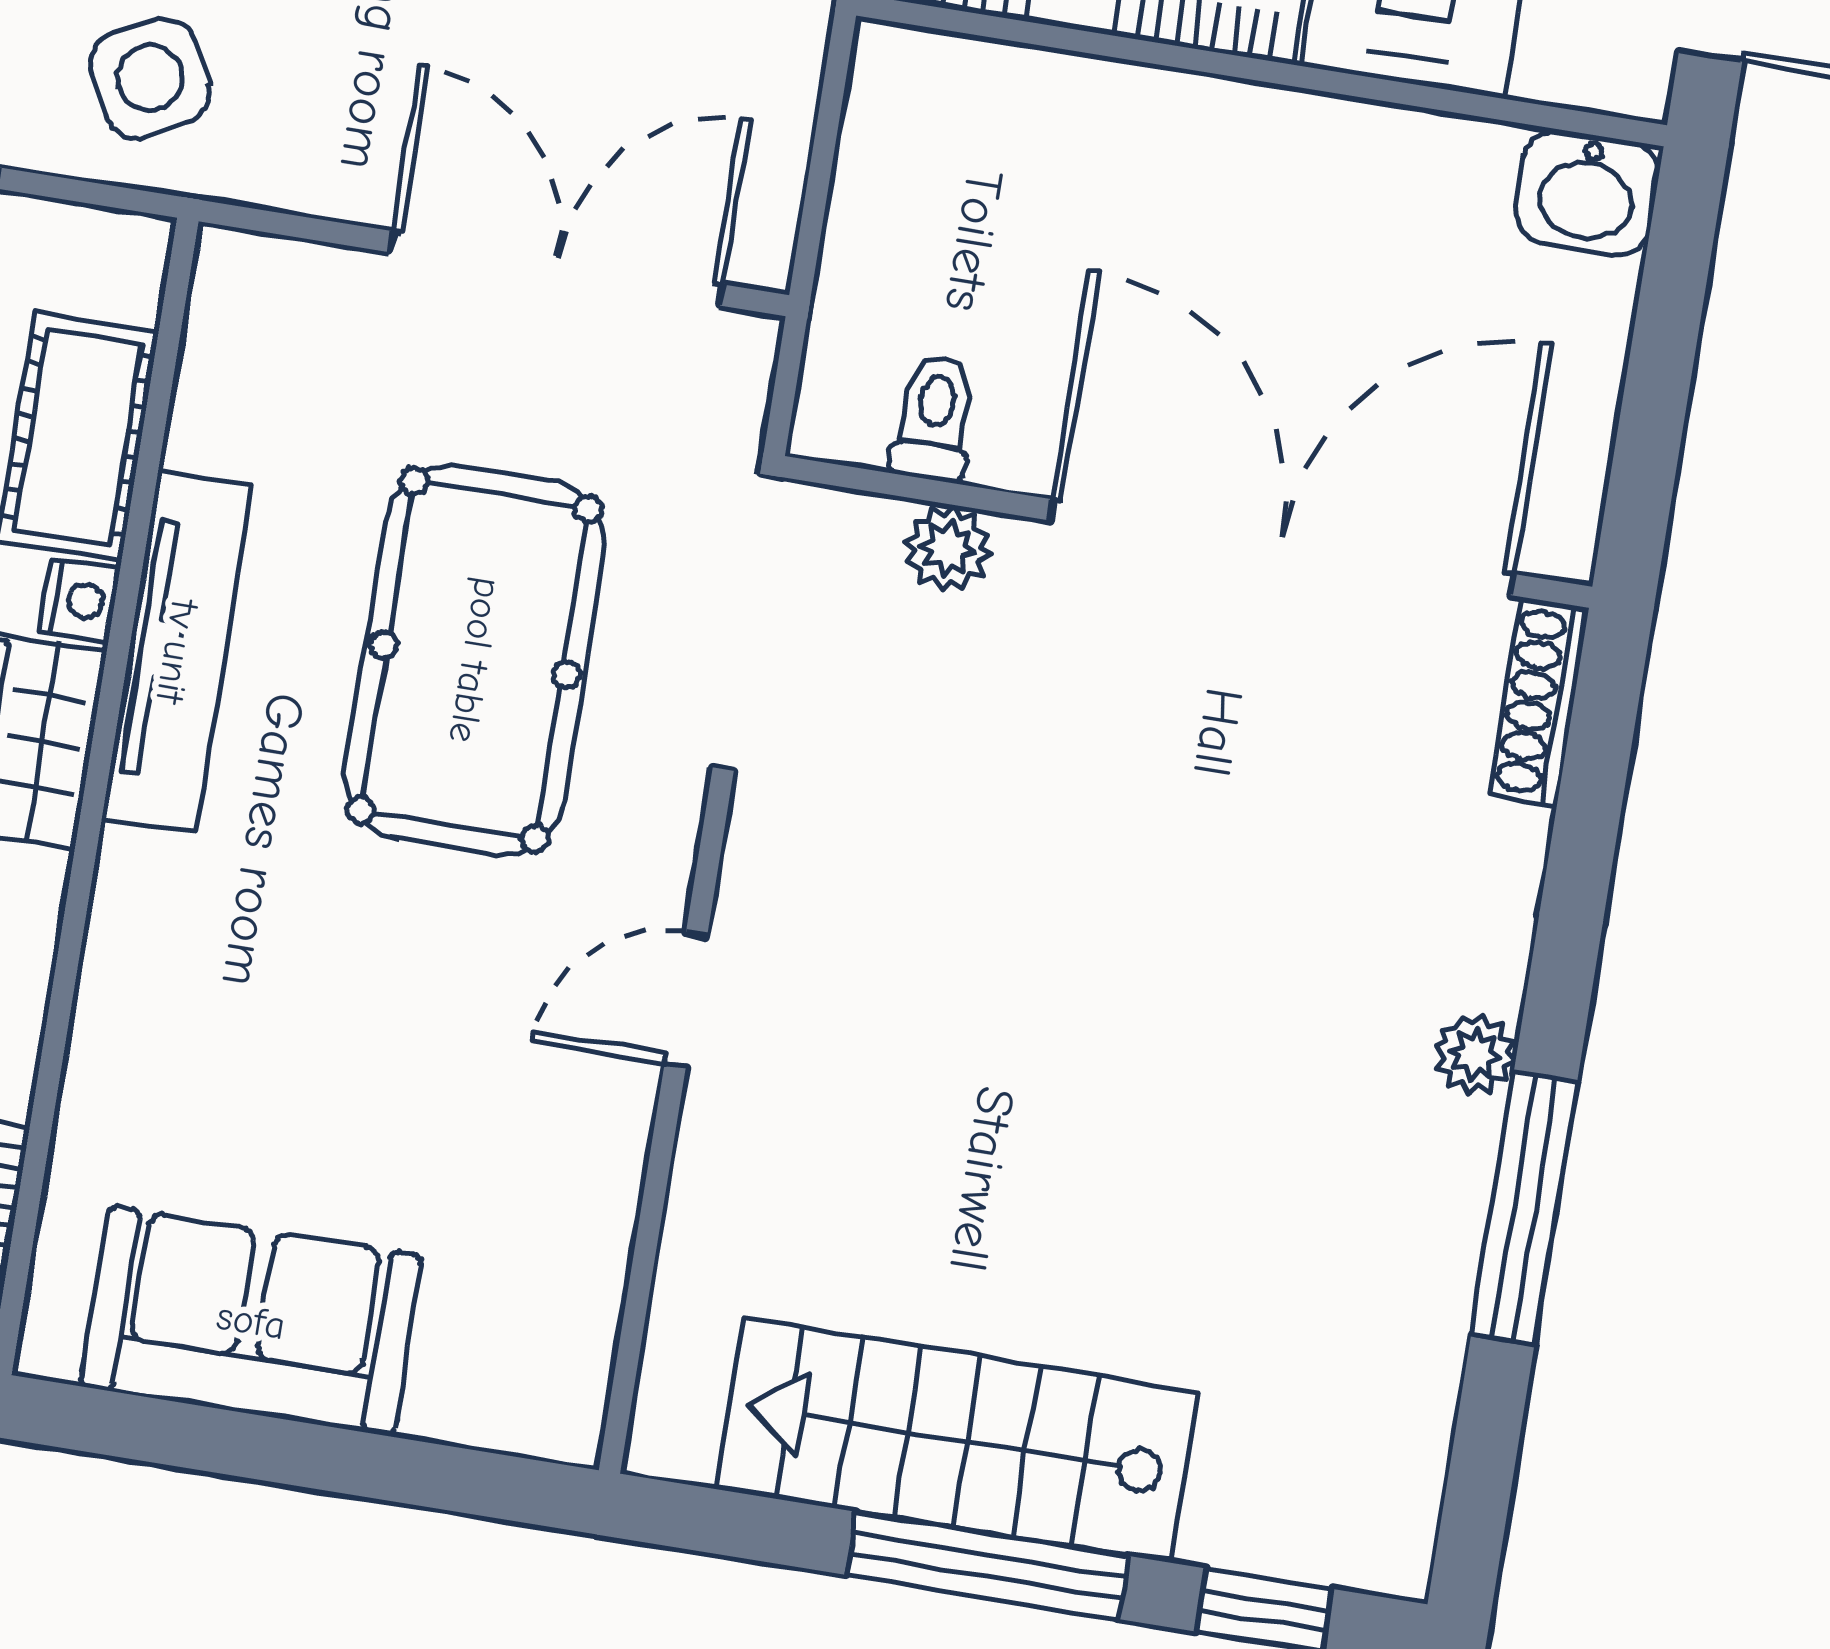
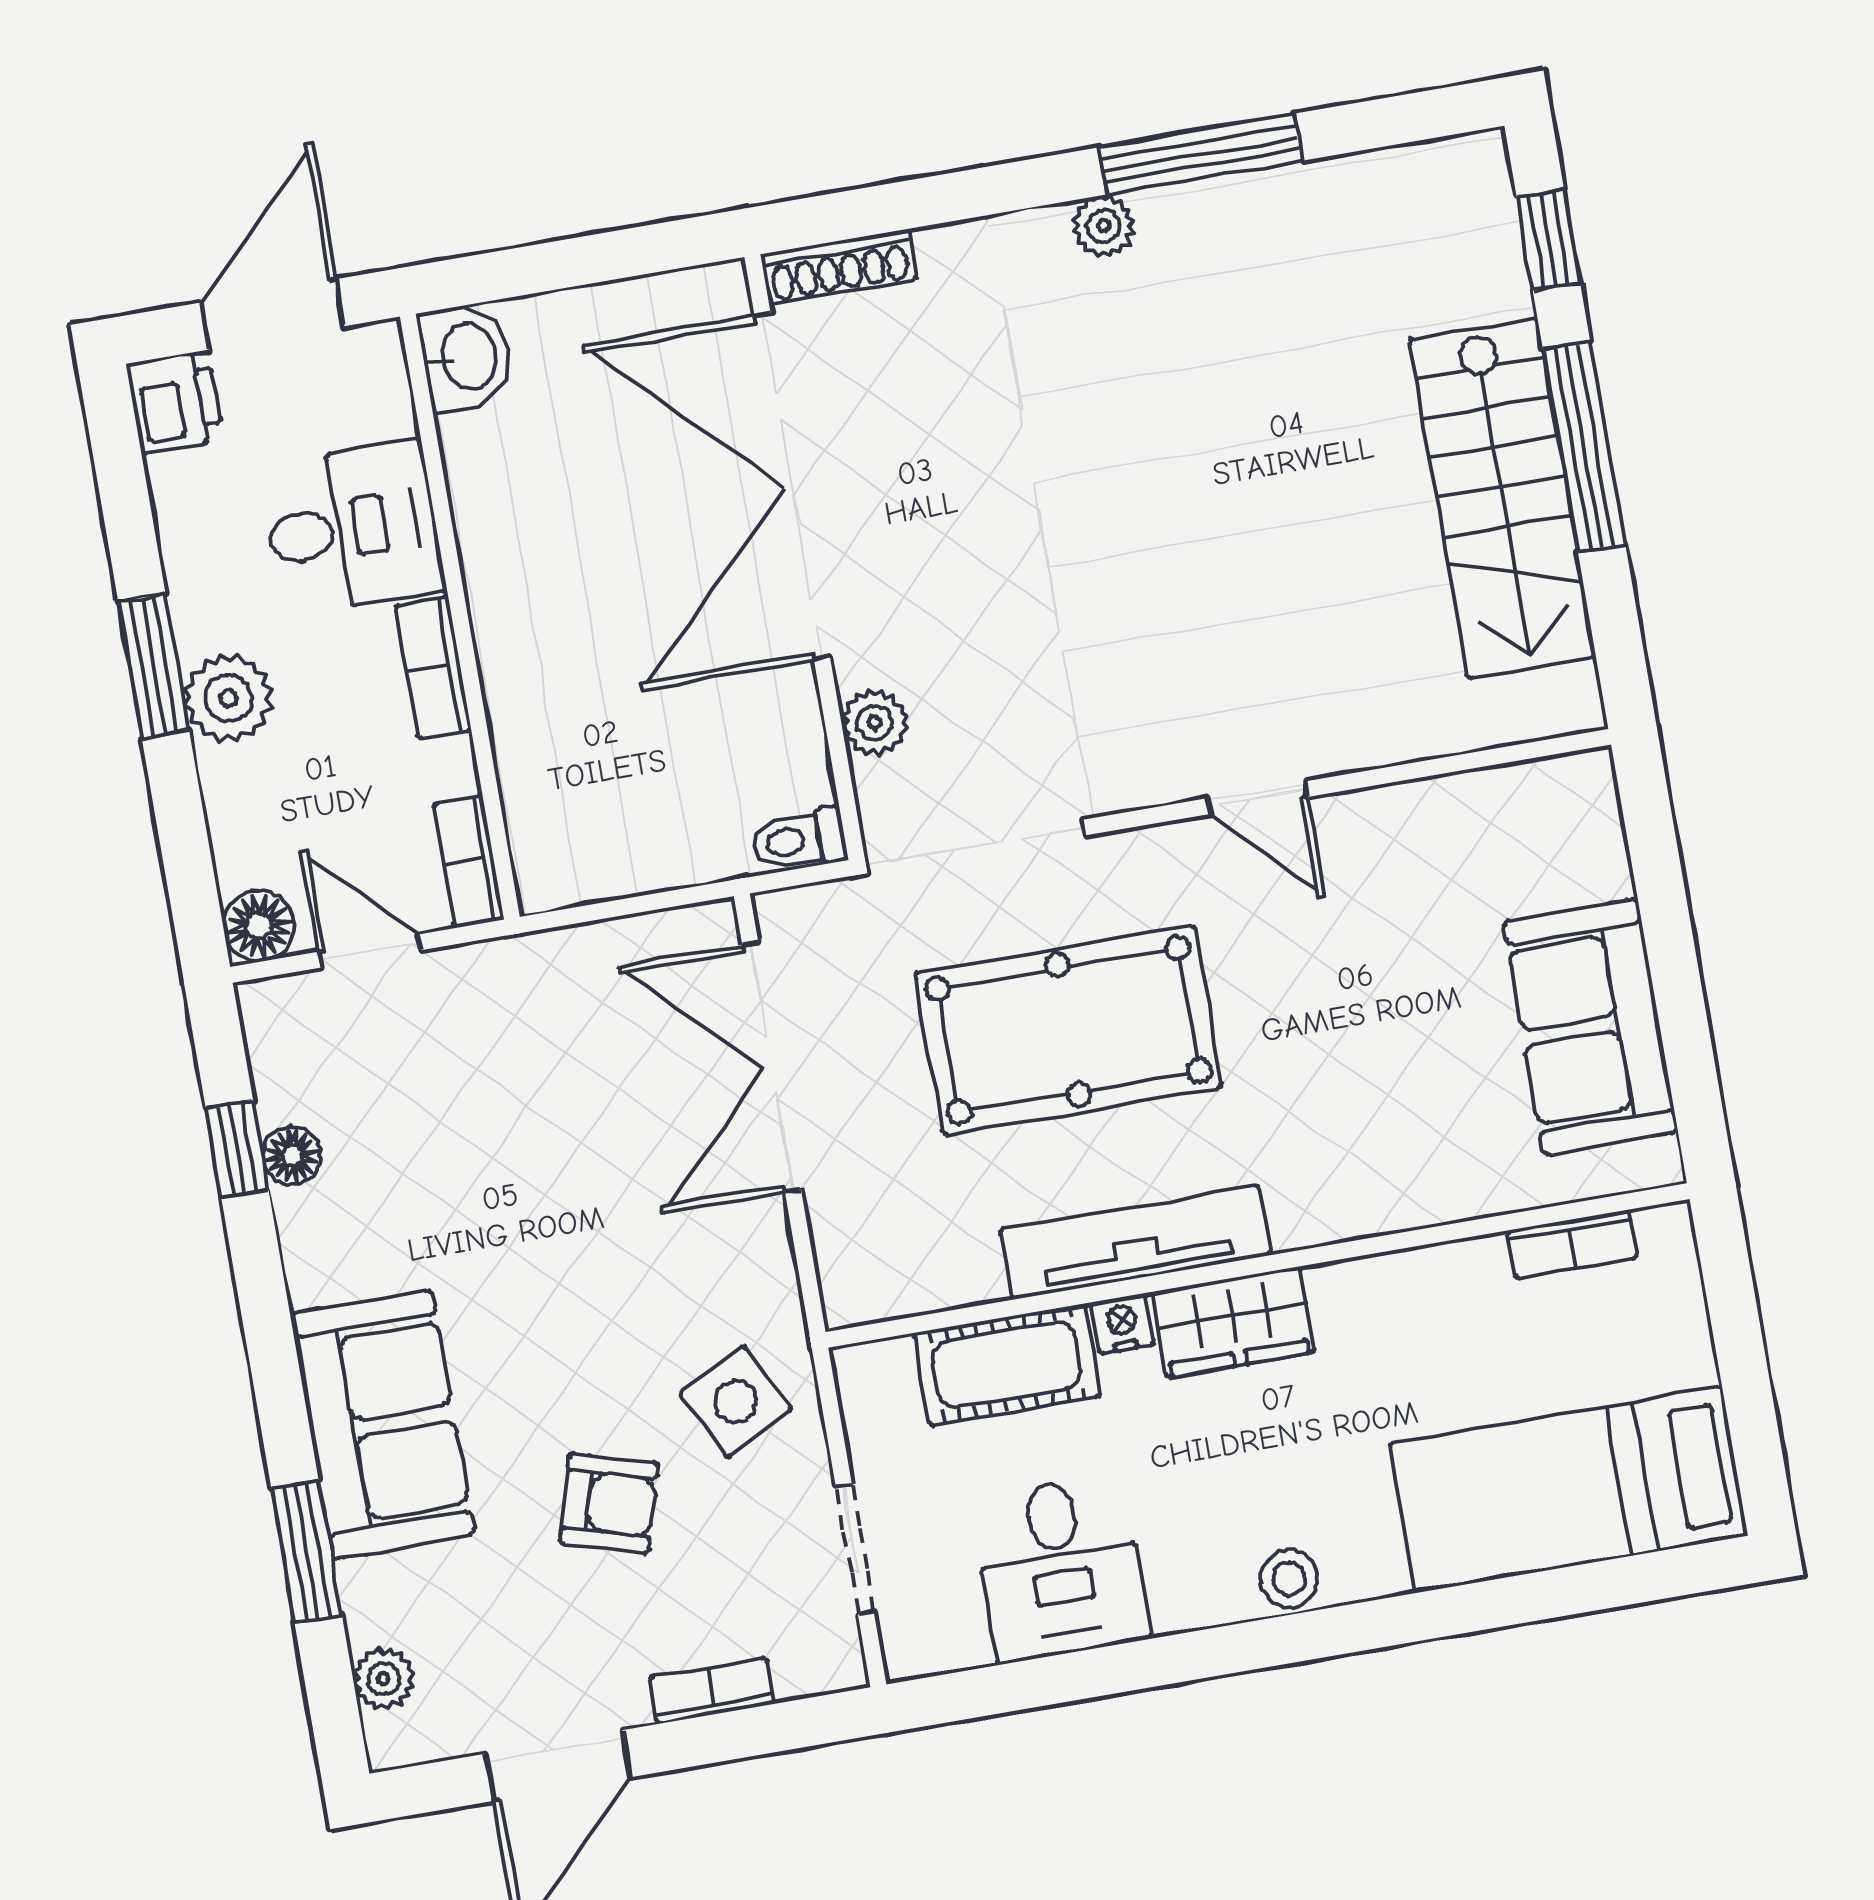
toilet: (934, 418) -> (799, 840), moved

